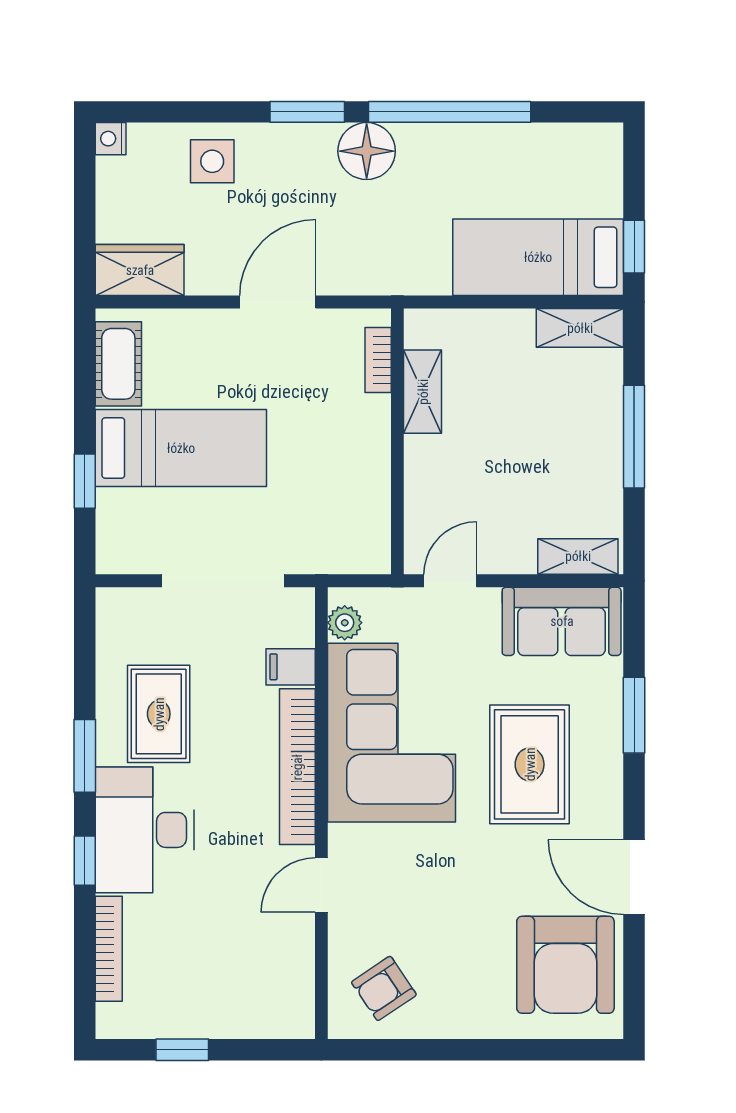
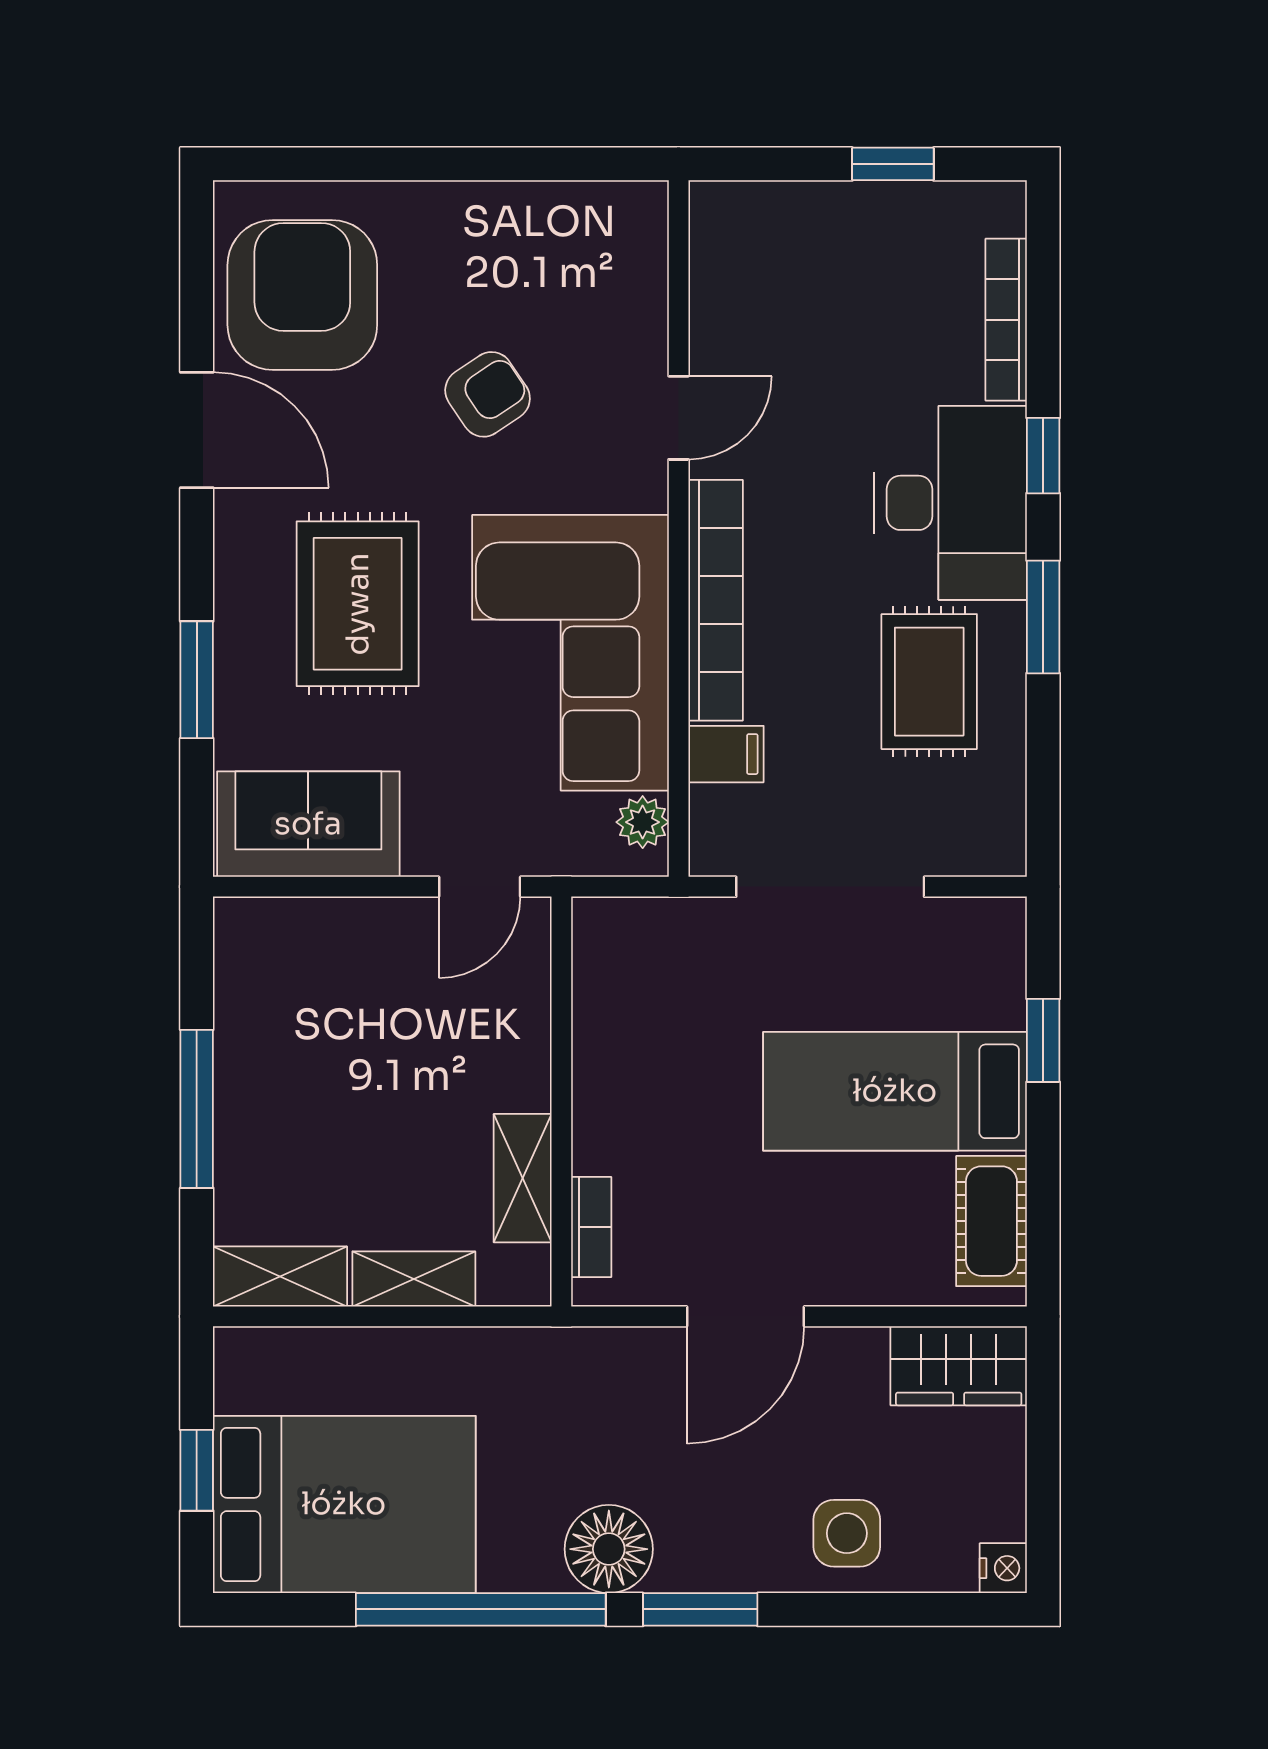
window: (634, 247) -> (197, 1470), moved
bed: (538, 257) -> (344, 1504), moved, width x1.50
shelving: (578, 556) -> (414, 1279), moved
armchair: (384, 988) -> (488, 394), moved

